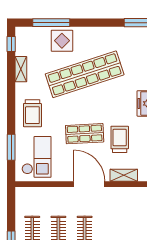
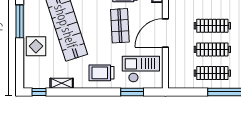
window: (51, 23) -> (20, 21), moved
trolley: (32, 113) -> (101, 73), turned 180
door: (89, 184) -> (165, 33), moved

